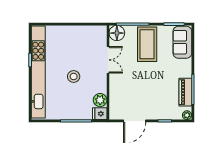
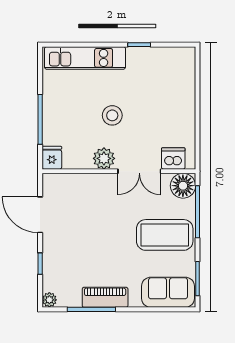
dishwasher: (100, 39) -> (173, 158), added
kitchen unit: (38, 72) -> (85, 58), width x0.54
piano: (185, 92) -> (105, 297), moved
plant: (100, 100) -> (104, 158), moved

